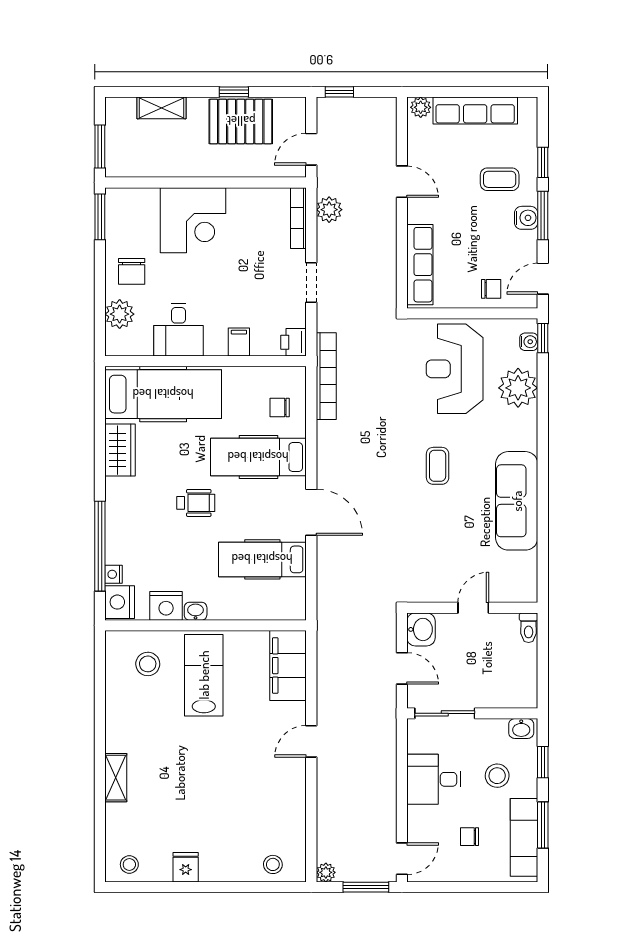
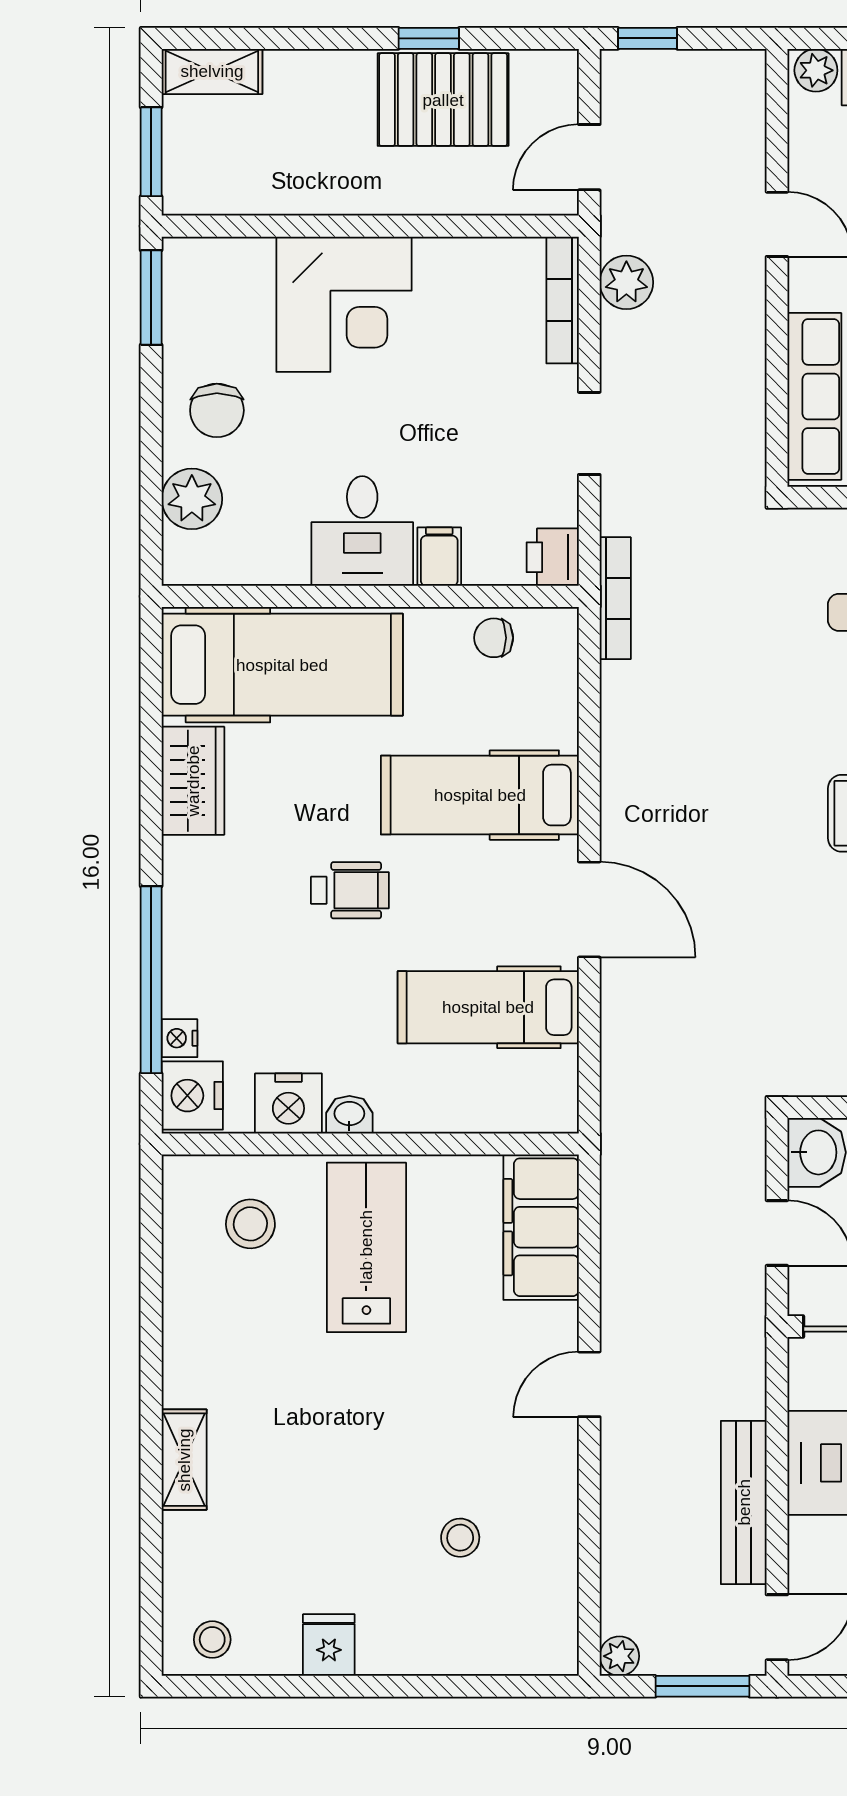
shelving: (161, 108) -> (212, 71), moved
desk: (178, 330) -> (362, 531), moved
bookcase: (326, 376) -> (615, 598), width x0.68, depth x0.76
chair: (280, 408) -> (494, 638), moved
bench: (386, 798) -> (744, 1502), added
stool: (273, 864) -> (460, 1538), moved

